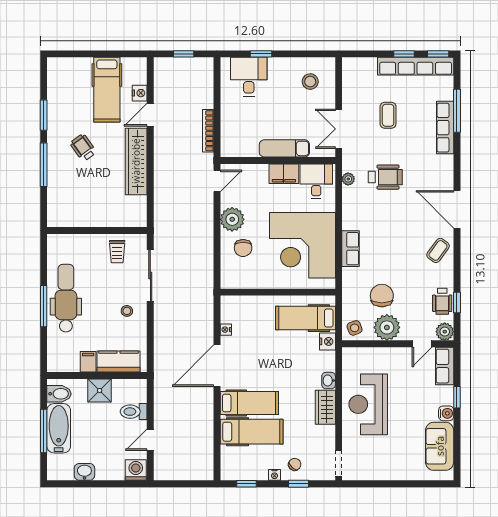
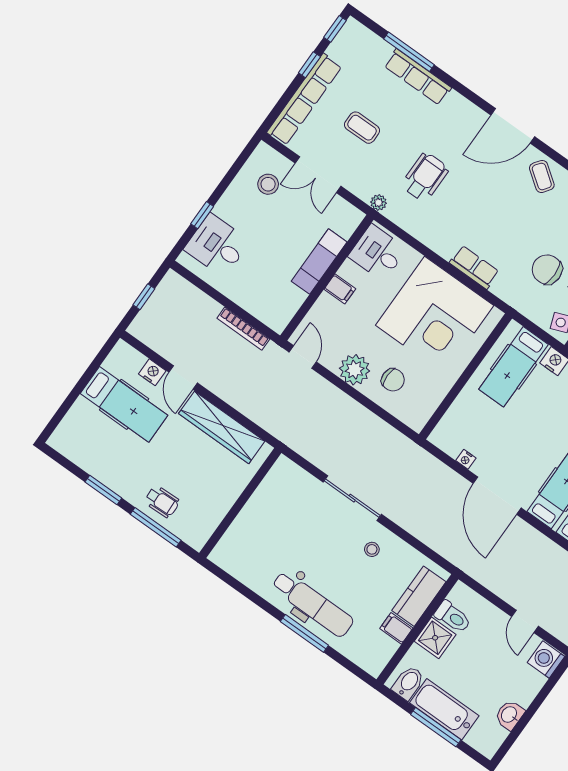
row of seats: (416, 66) -> (304, 99), moved
double door: (339, 129) -> (318, 175), moved
wheelchair: (83, 148) -> (162, 502), moved, turned -146
filing cabinet: (284, 174) -> (340, 289), width x0.50
plant: (348, 179) -> (378, 203), moved
wall: (97, 231) -> (240, 503), moved
trolley: (117, 252) -> (302, 515), removed
dental chair: (66, 298) -> (313, 604), turned 180
toilet: (134, 412) -> (453, 617), moved, turned -90

